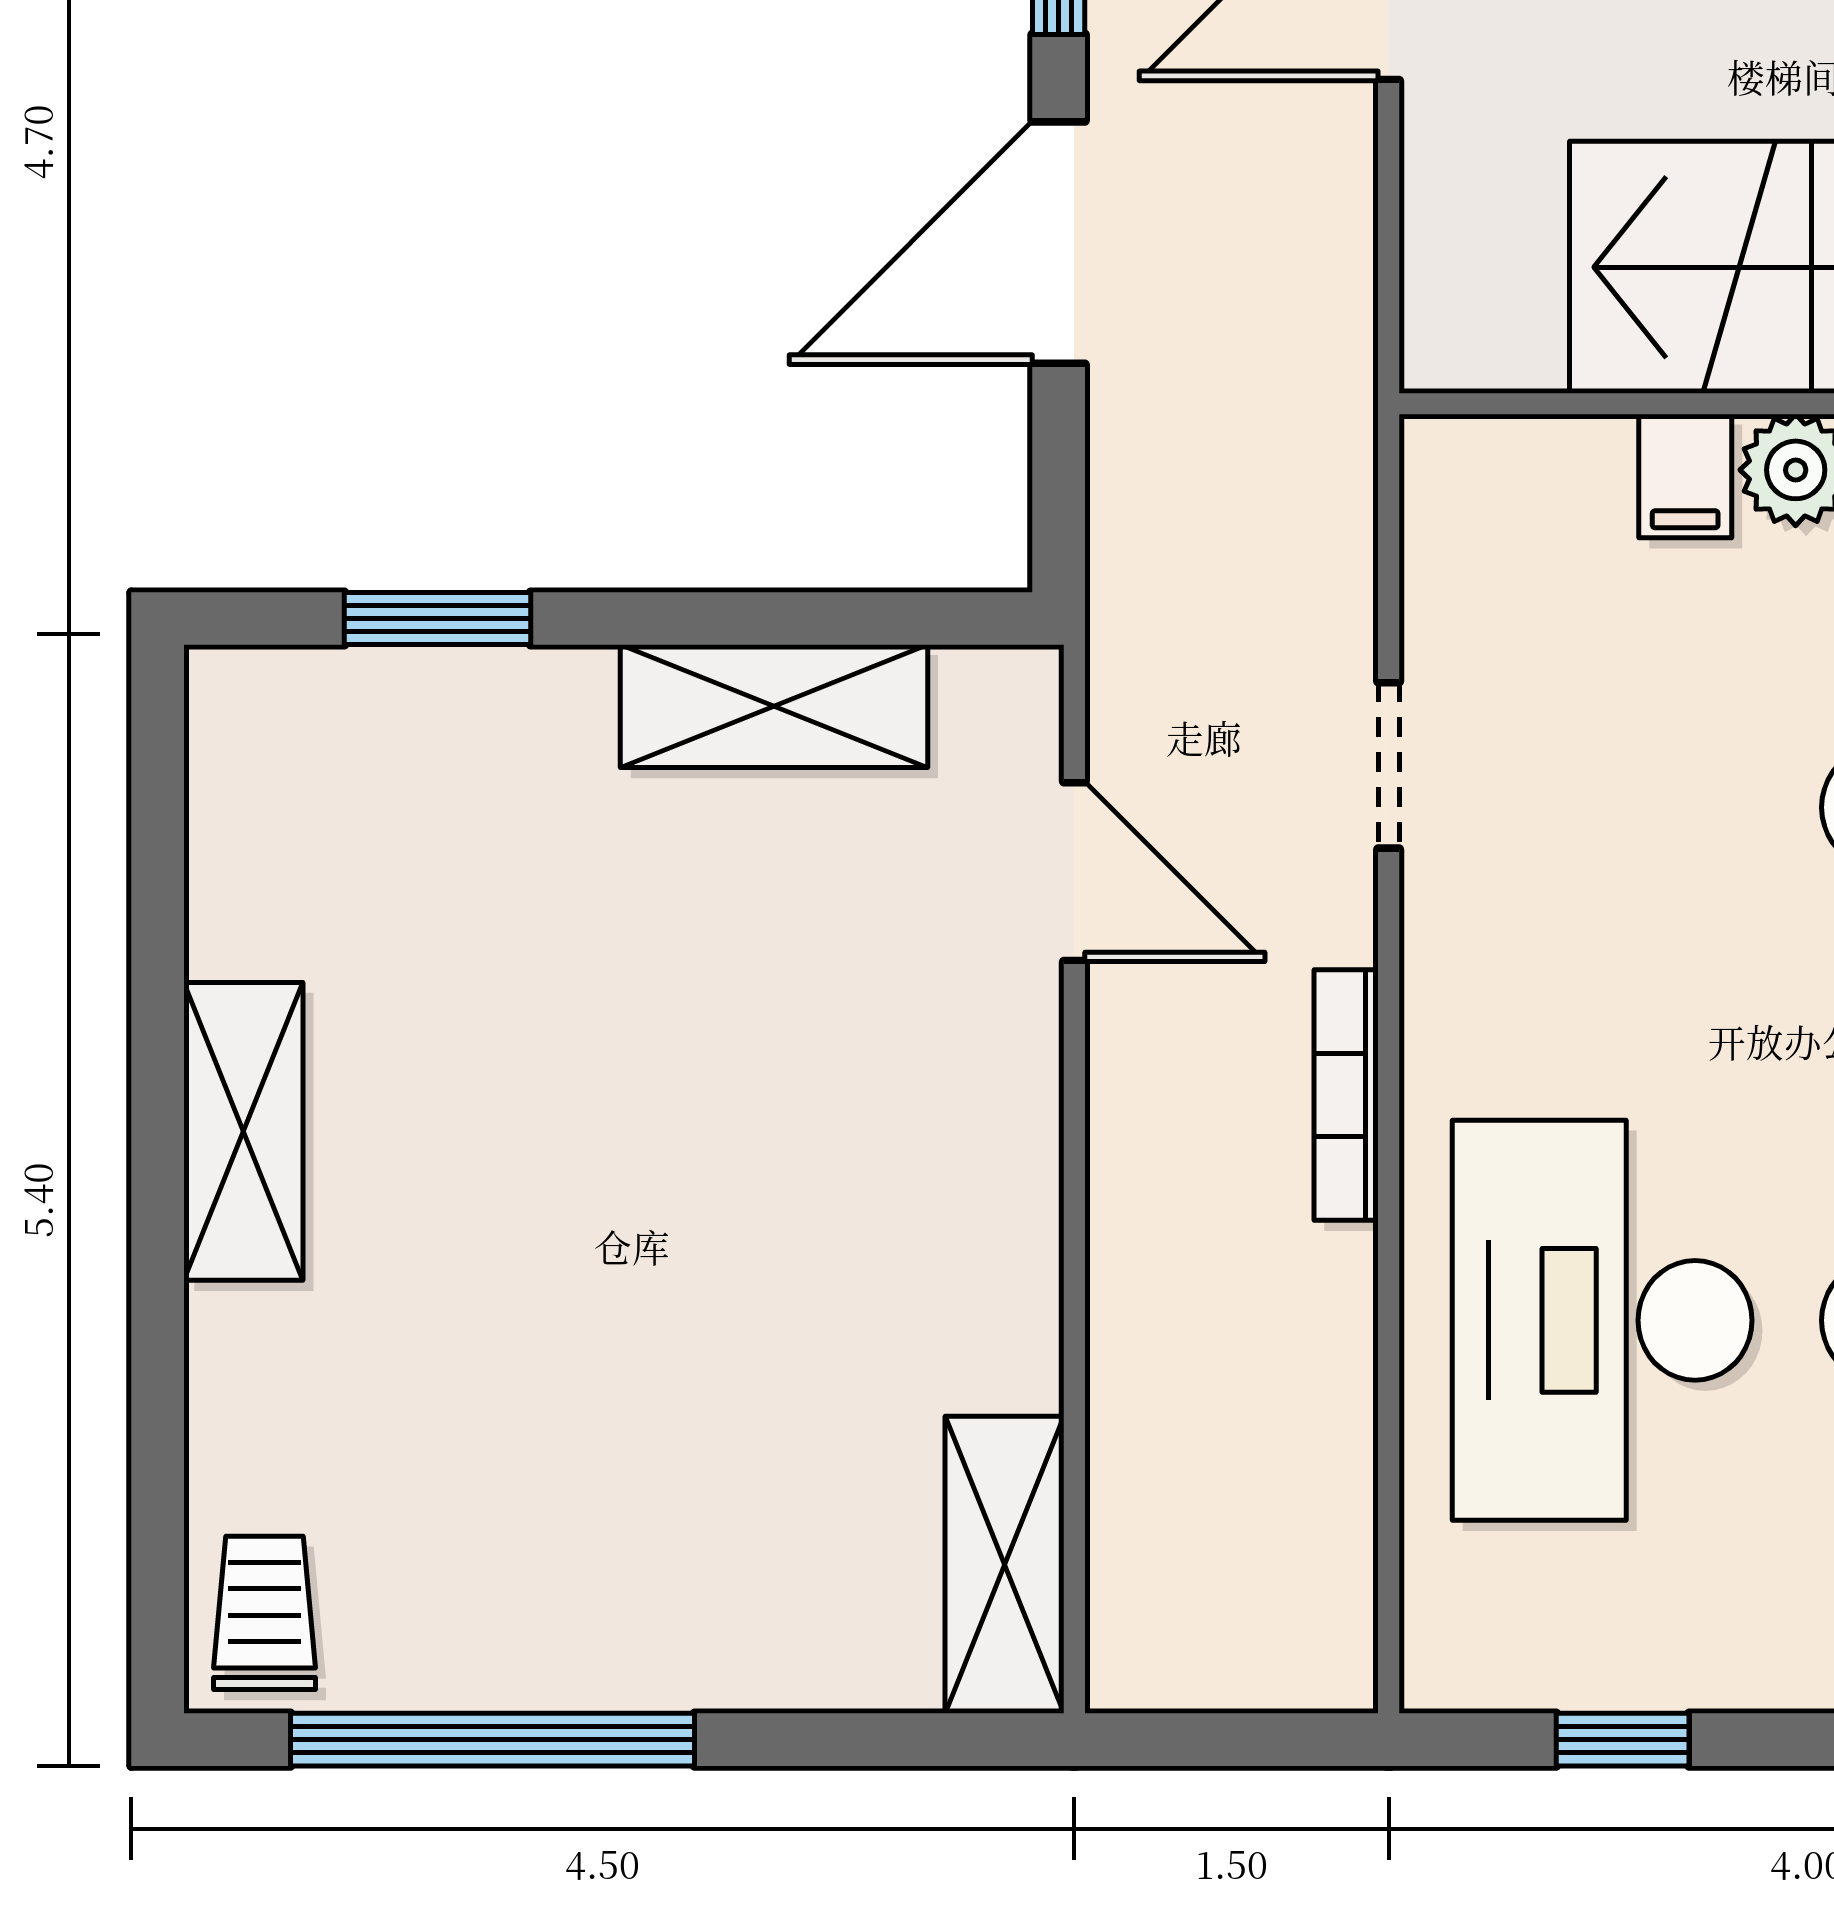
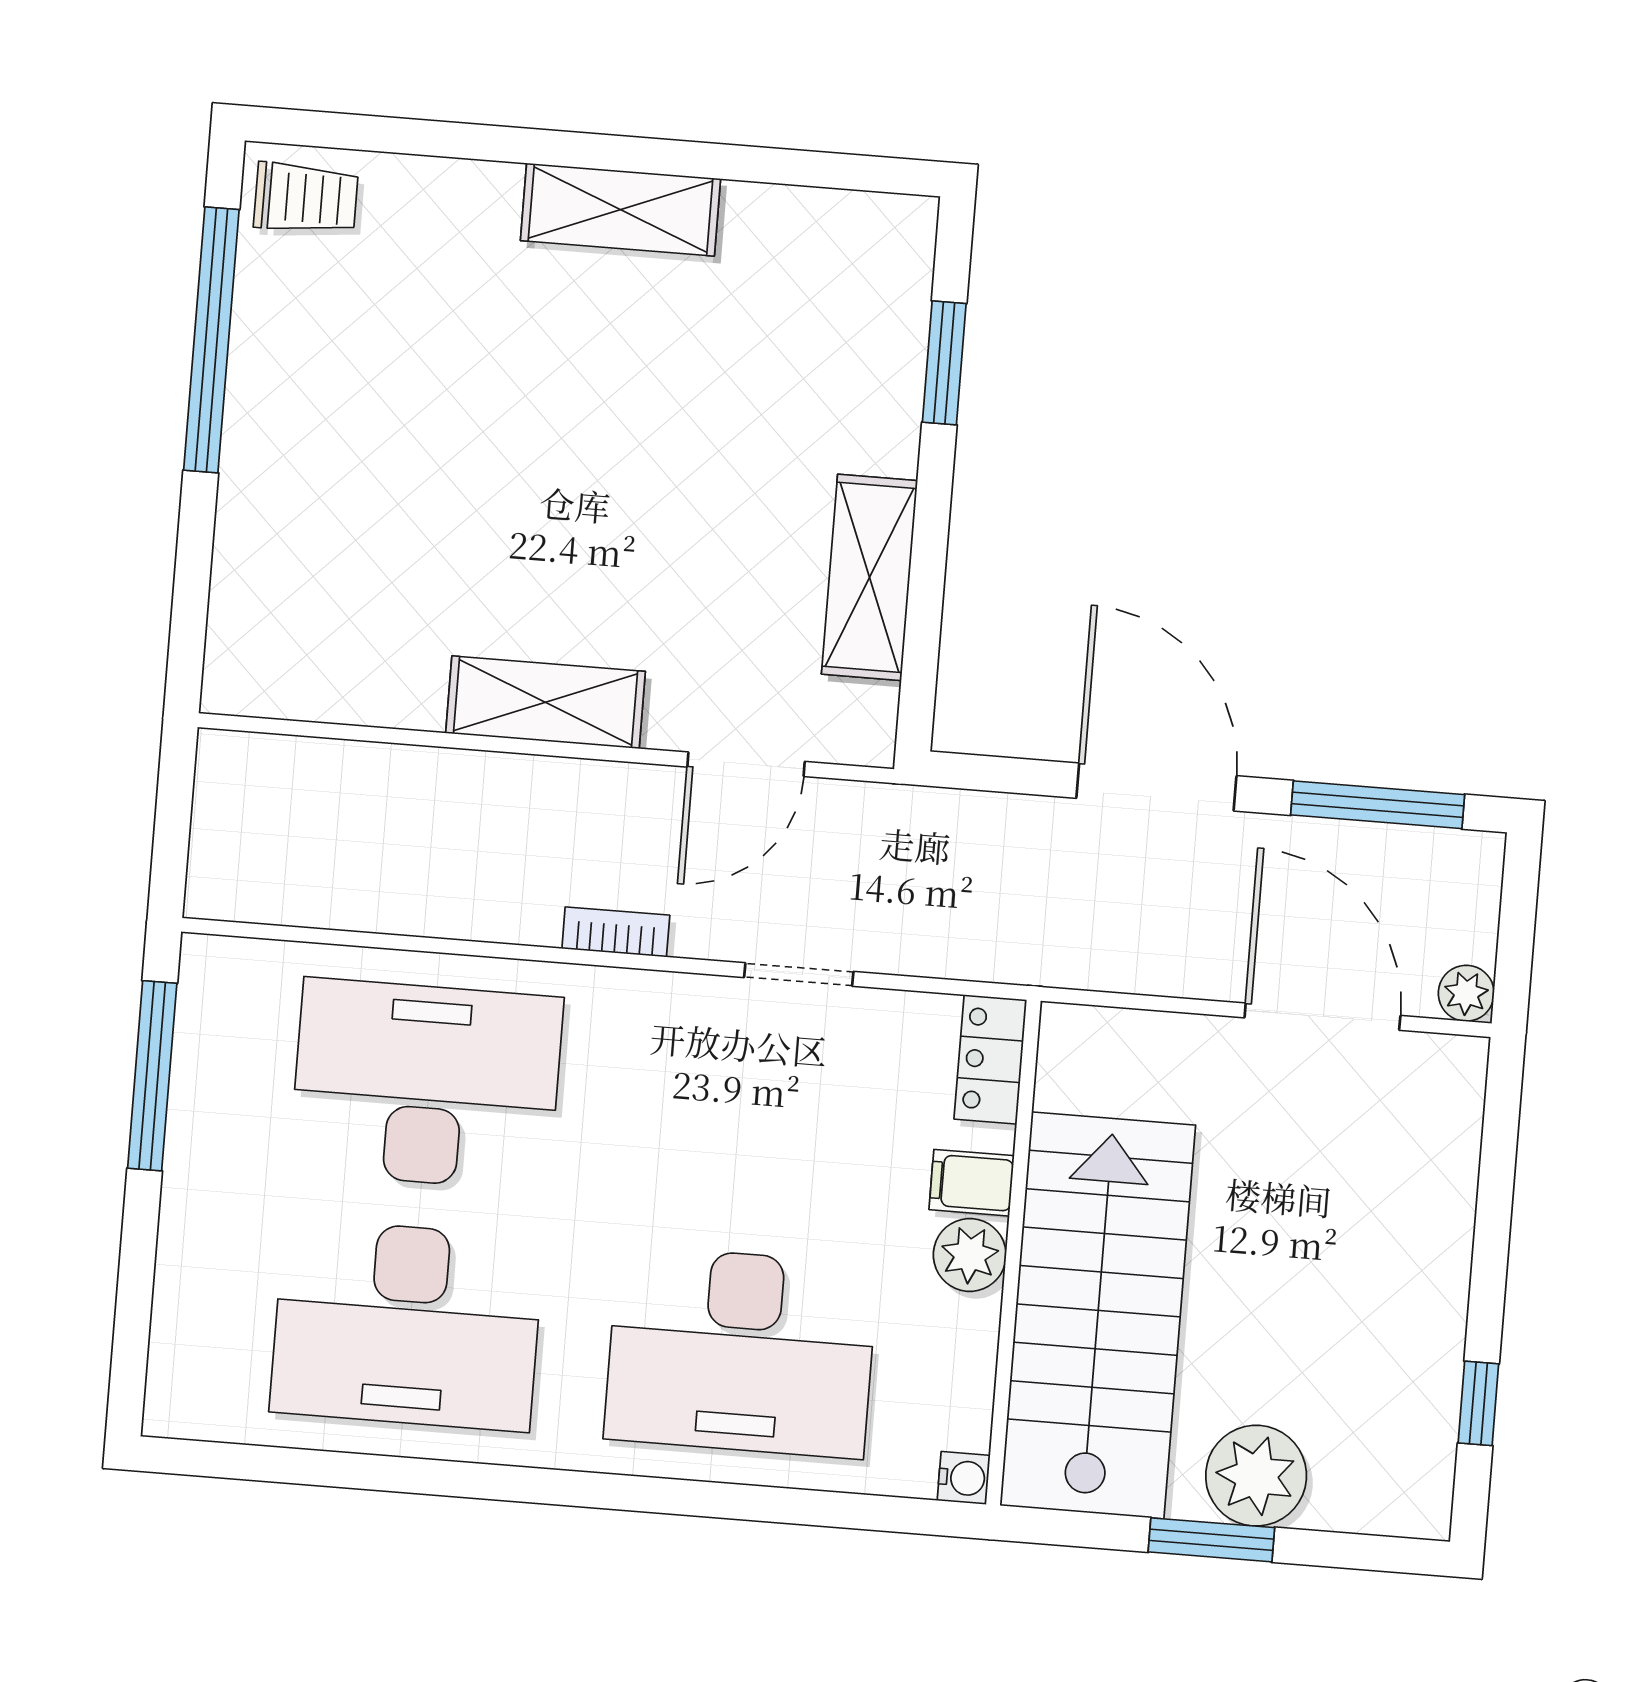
locker: (1495, 462) -> (990, 1059), added
bookcase: (1346, 1095) -> (616, 932), width x0.64
shelving: (1004, 1565) -> (546, 702), moved
window: (1623, 1740) -> (152, 1076), width x2.17

